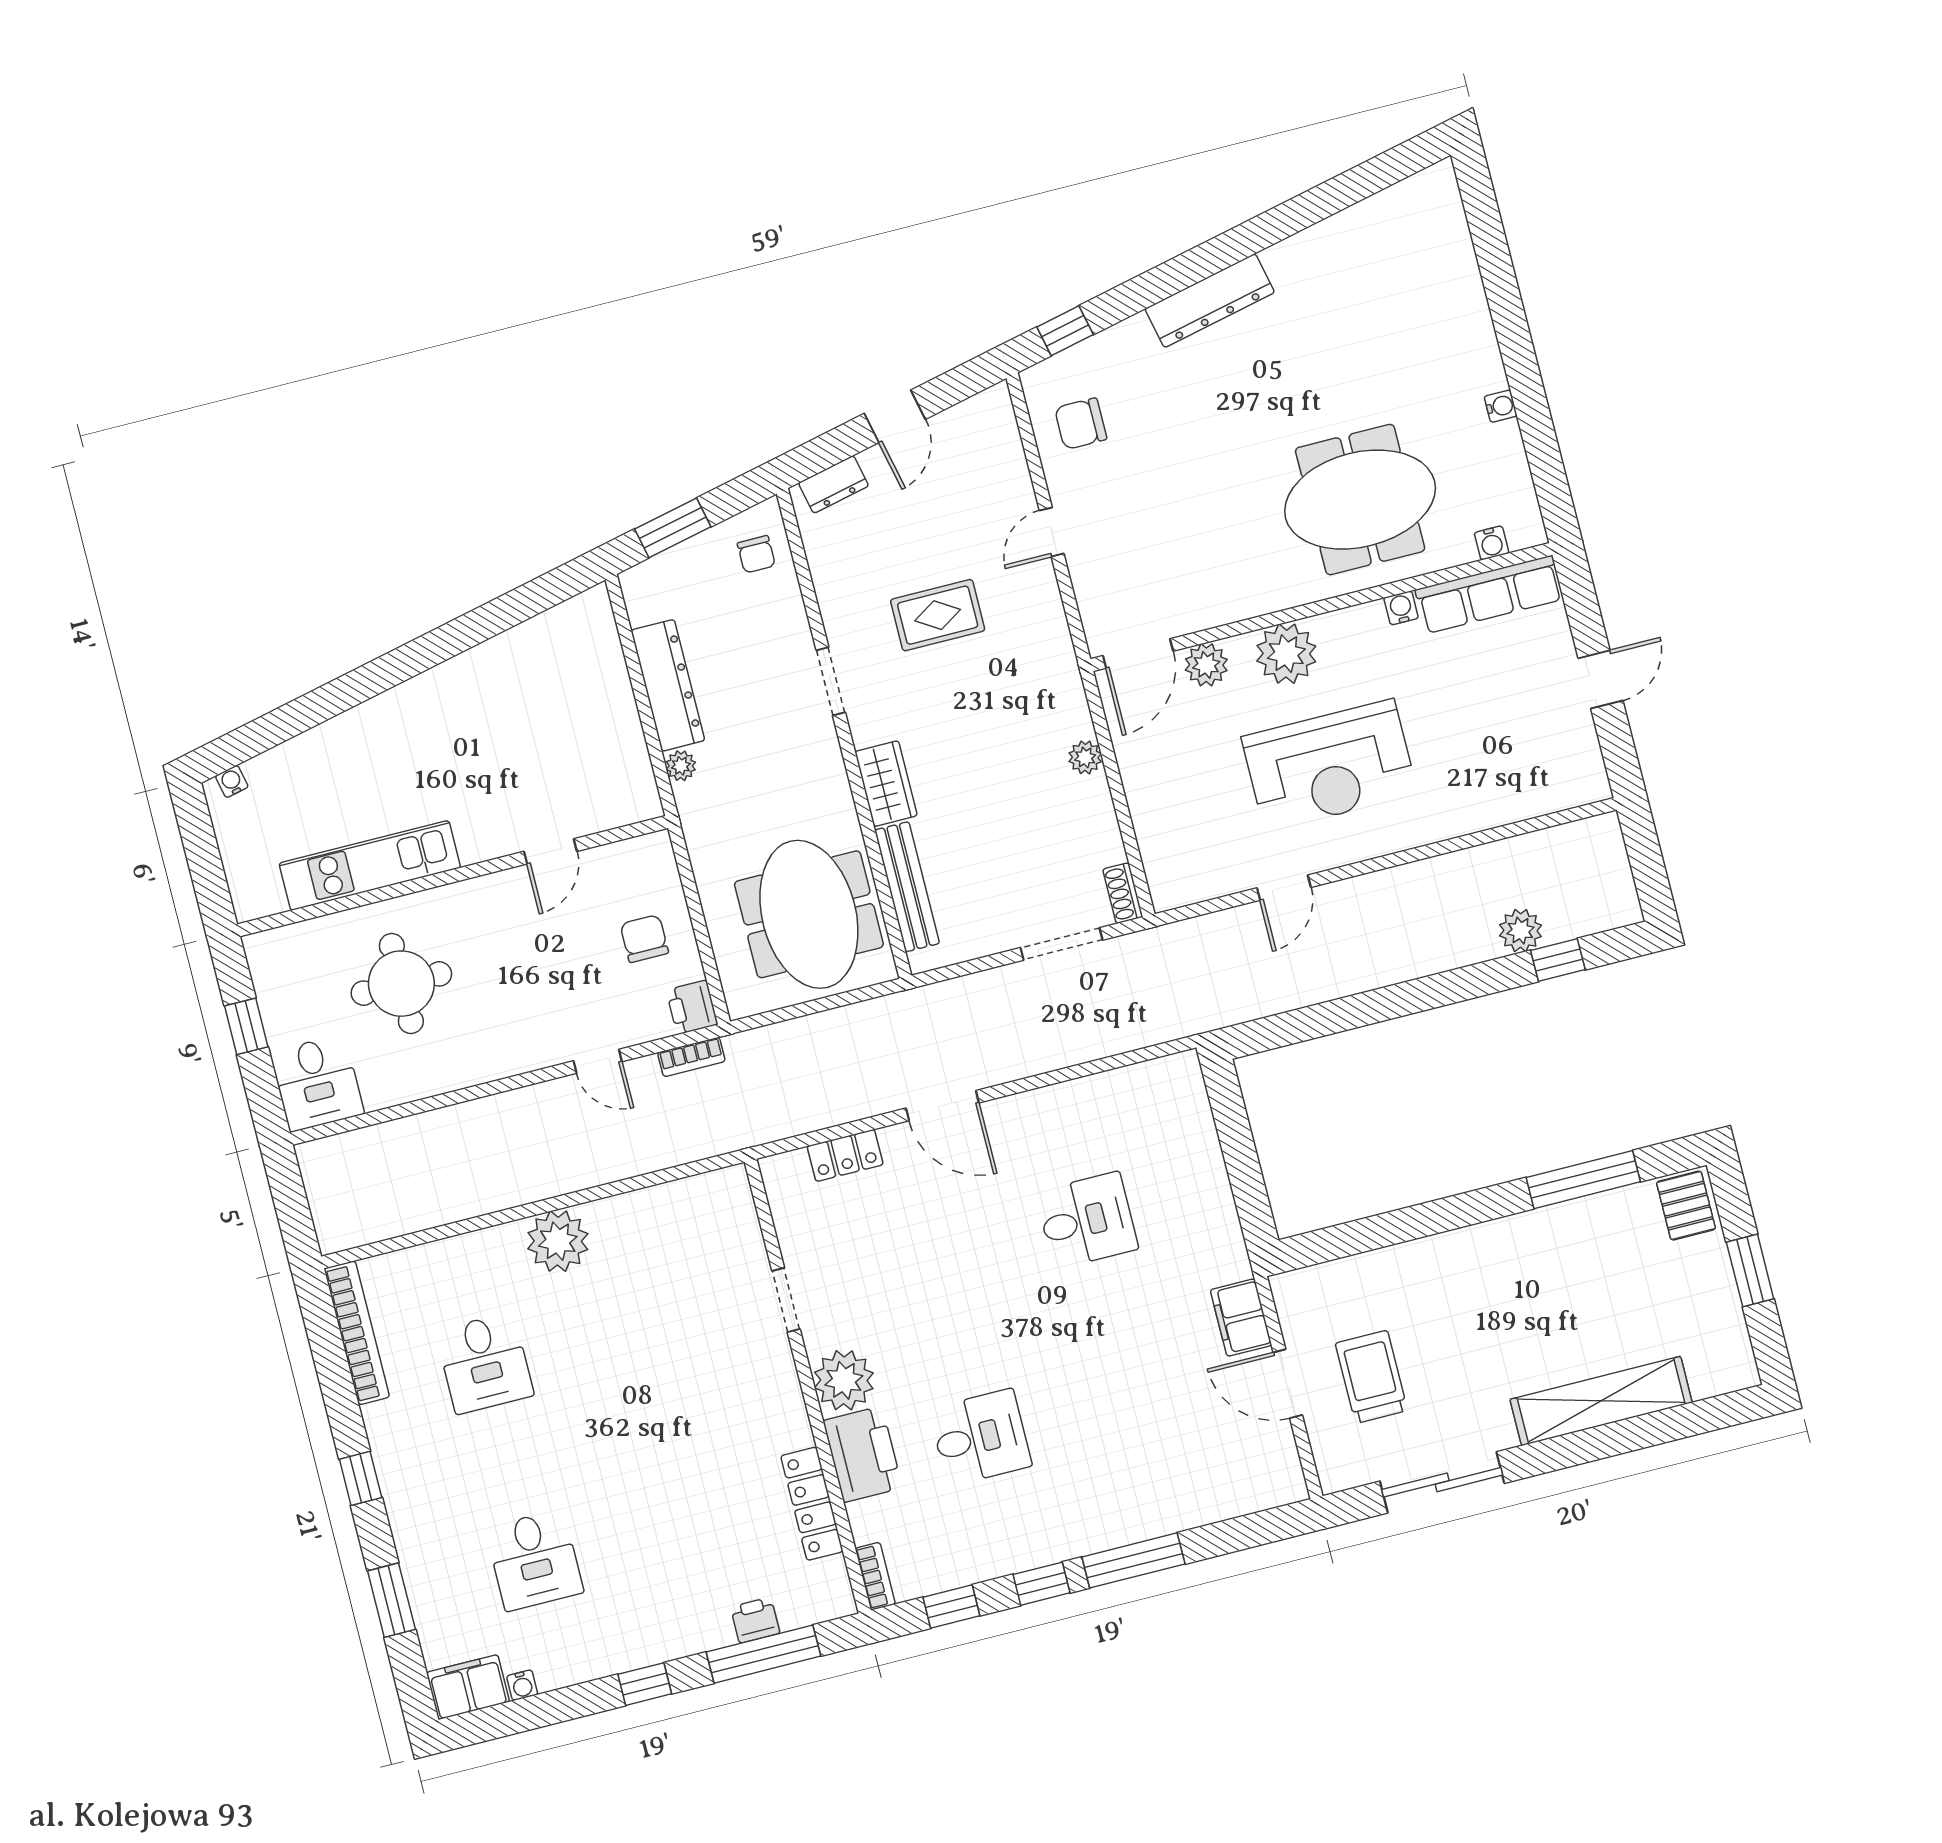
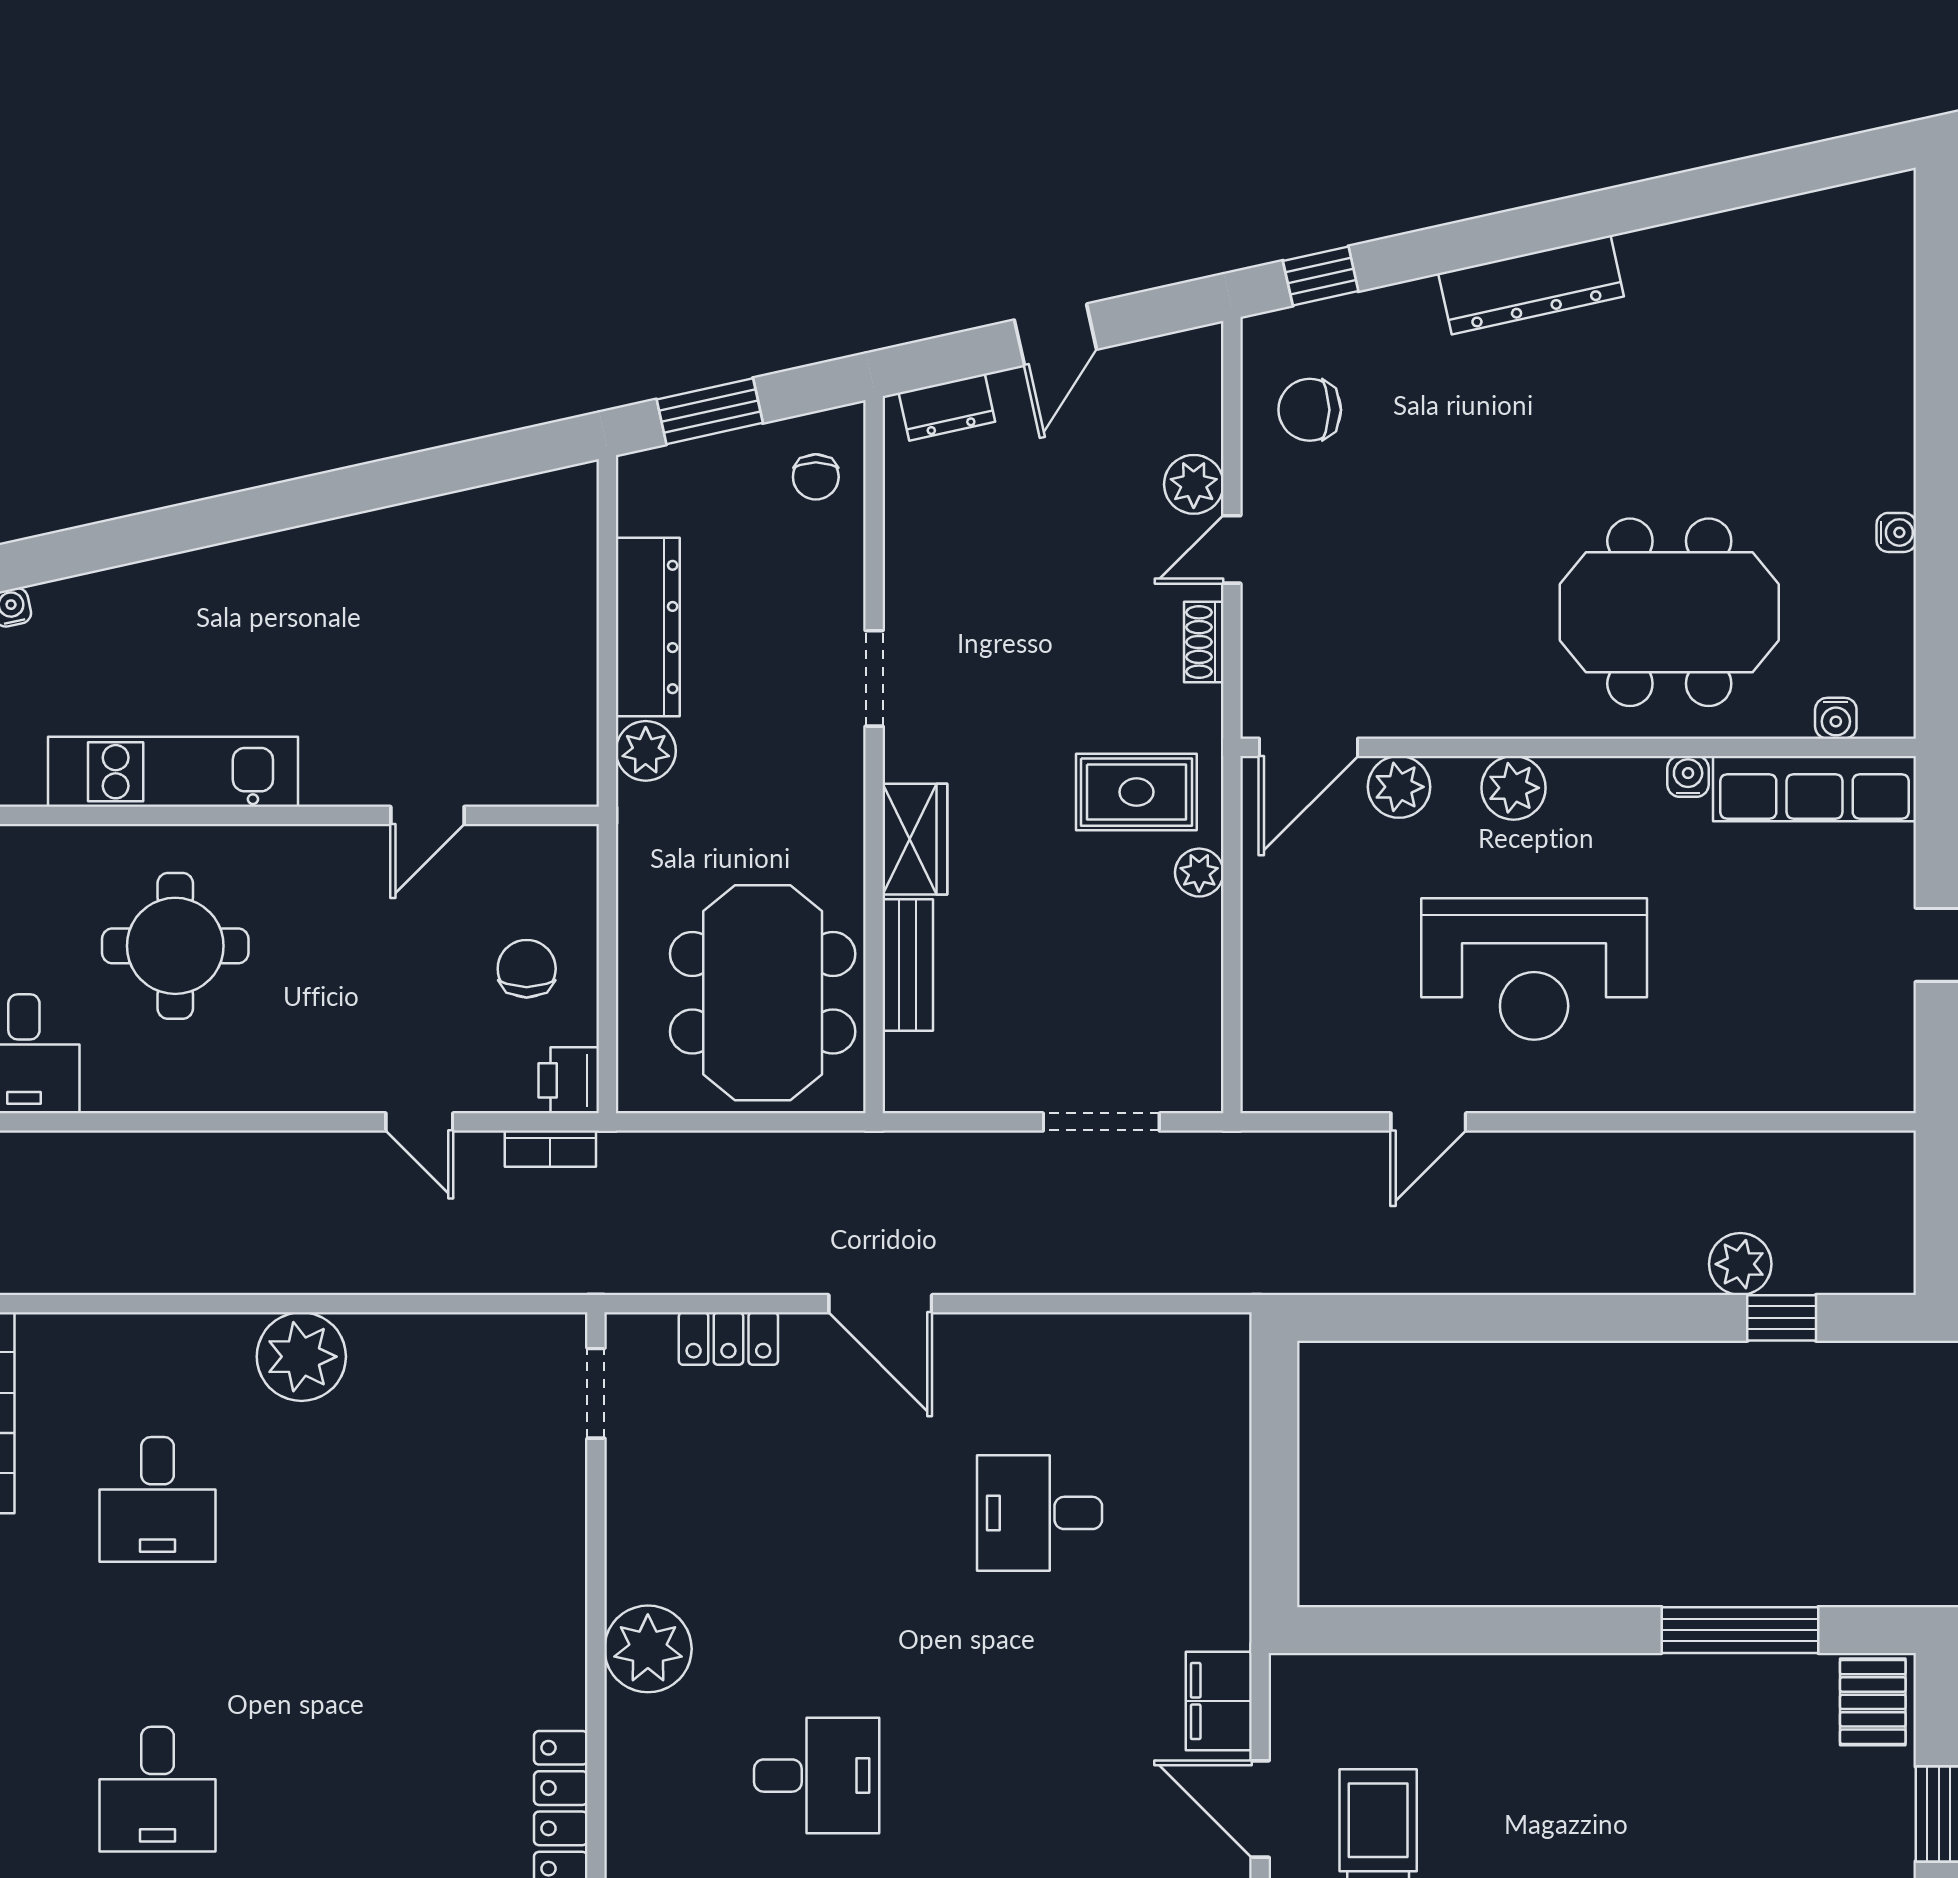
plant: (1015, 494) -> (1194, 484), added
rug: (938, 615) -> (1136, 792), moved
plant: (1286, 654) -> (1514, 788), width x0.73, depth x0.73
plant: (681, 766) -> (646, 751), width x1.38, depth x1.38
bench: (907, 887) -> (908, 965), width x0.73
shoe rack: (1123, 893) -> (1204, 642), moved
desk: (1087, 1220) -> (1040, 1513), turned 180
doorway: (786, 1300) -> (596, 1393), moved
printer: (863, 1454) -> (648, 1758), removed

